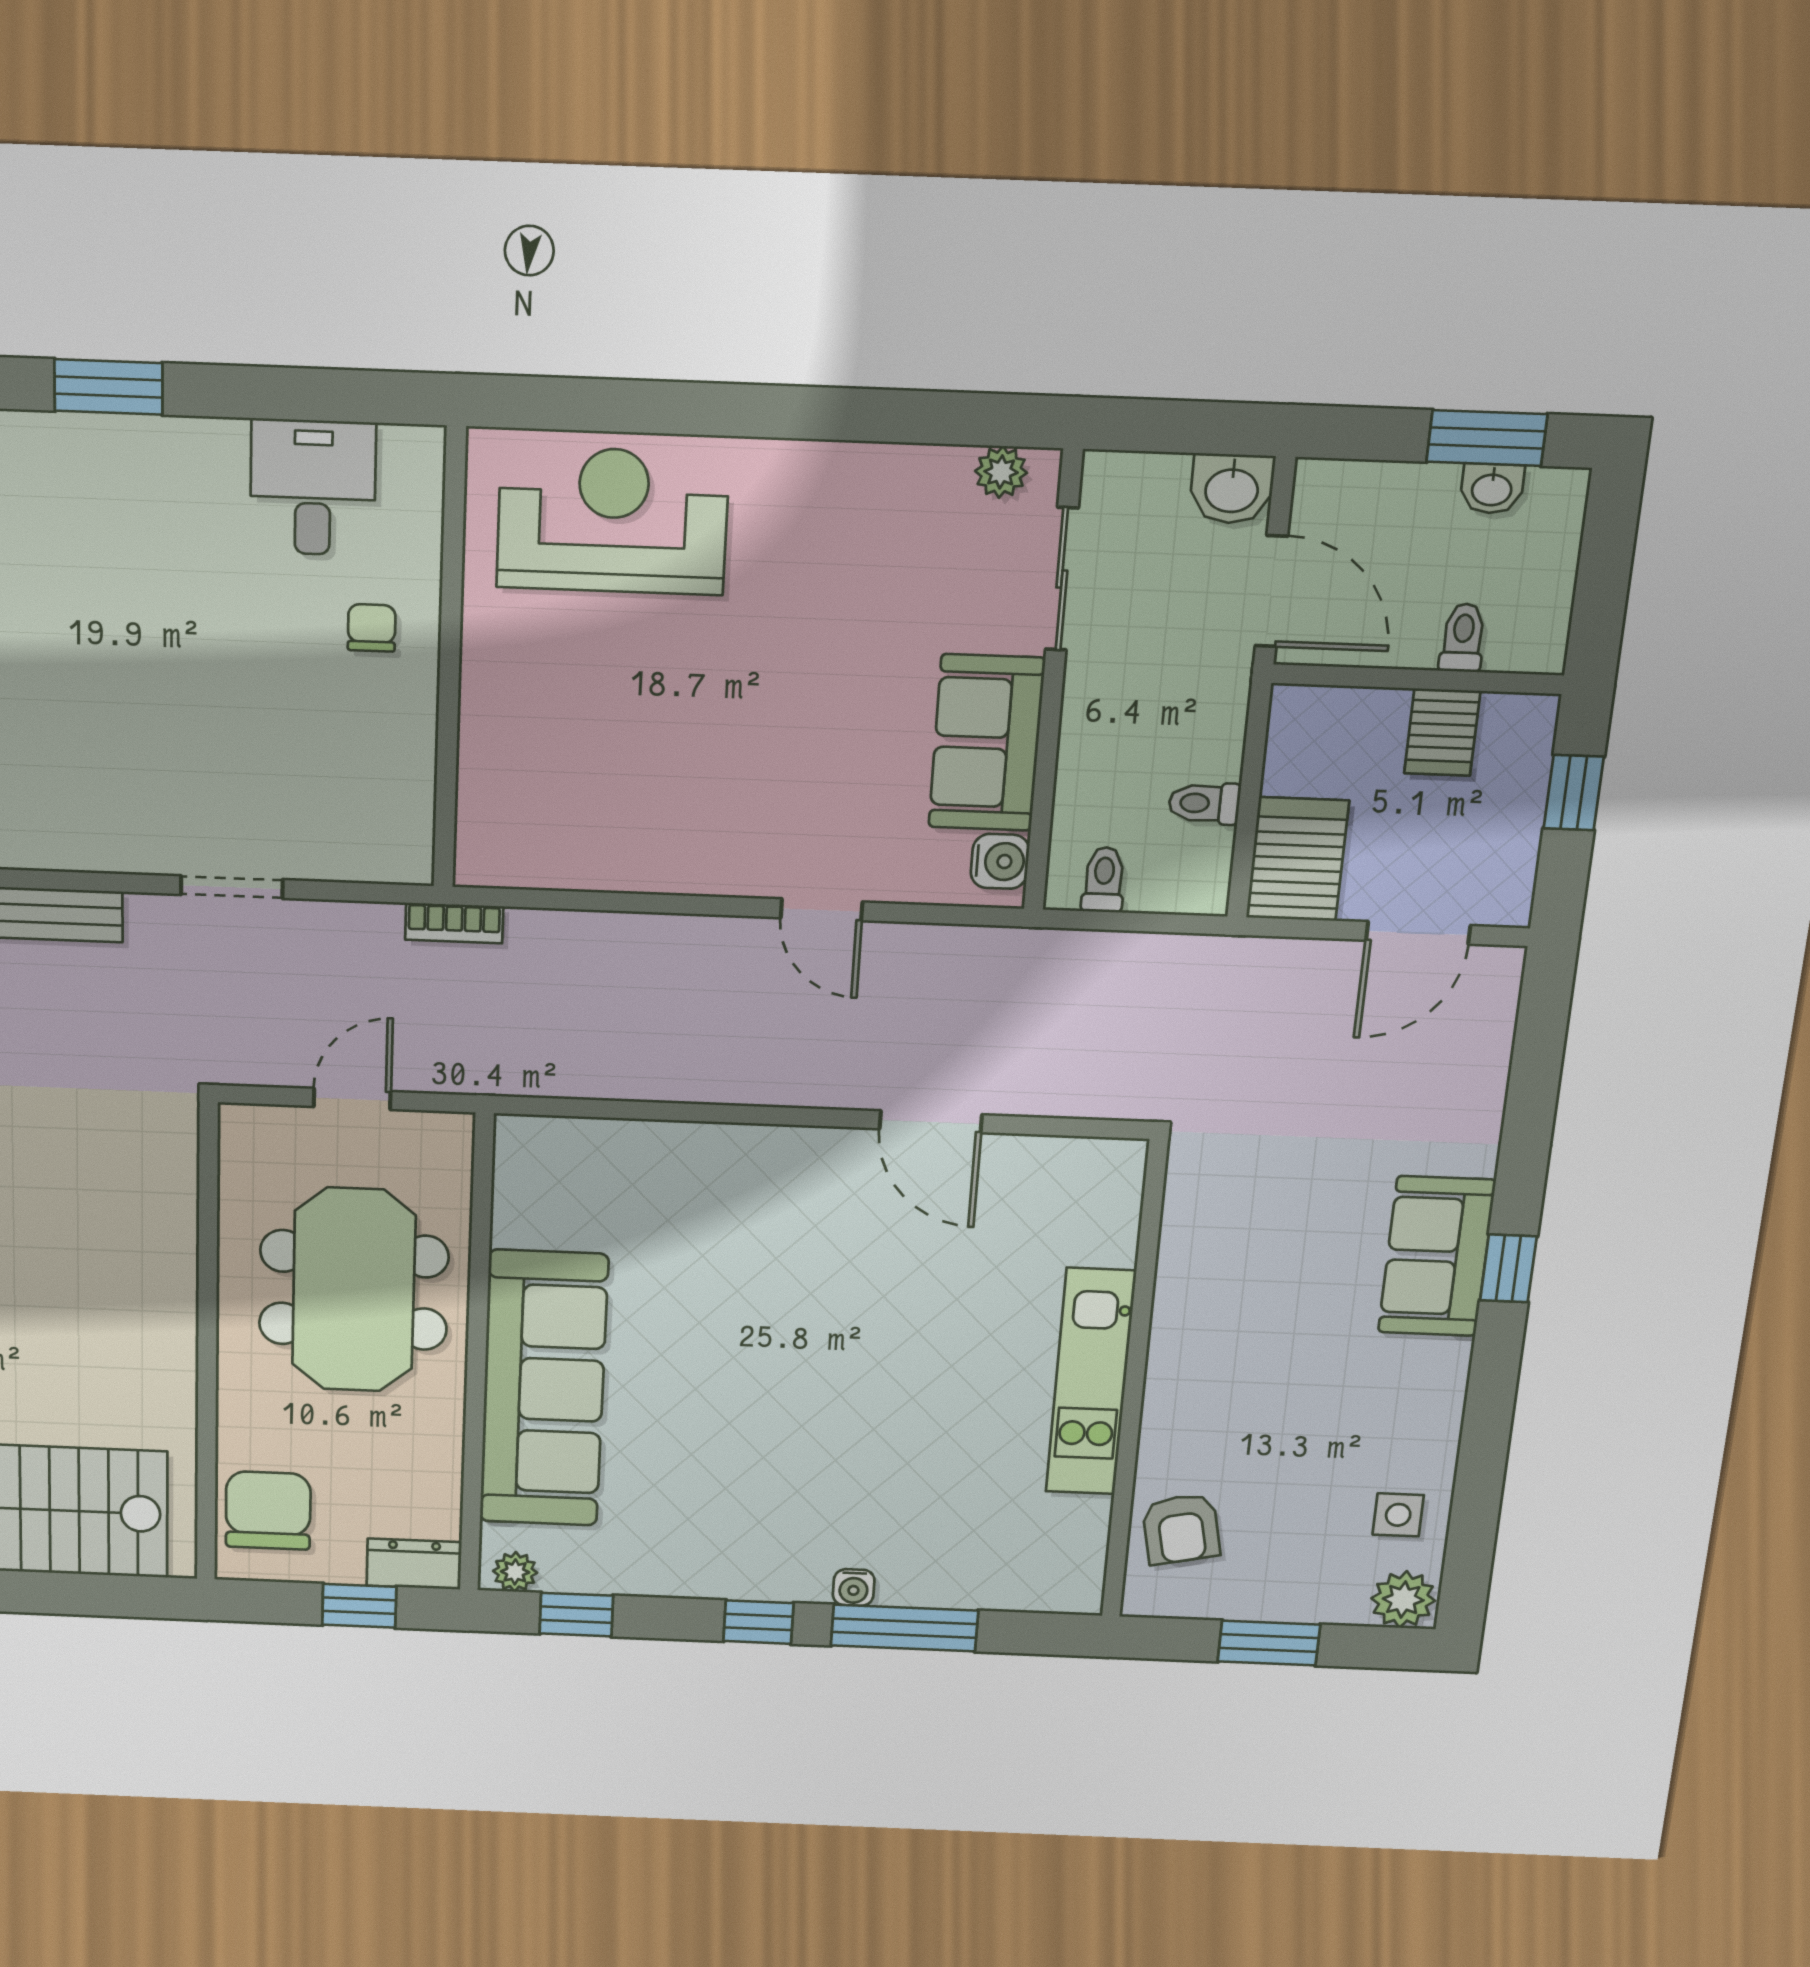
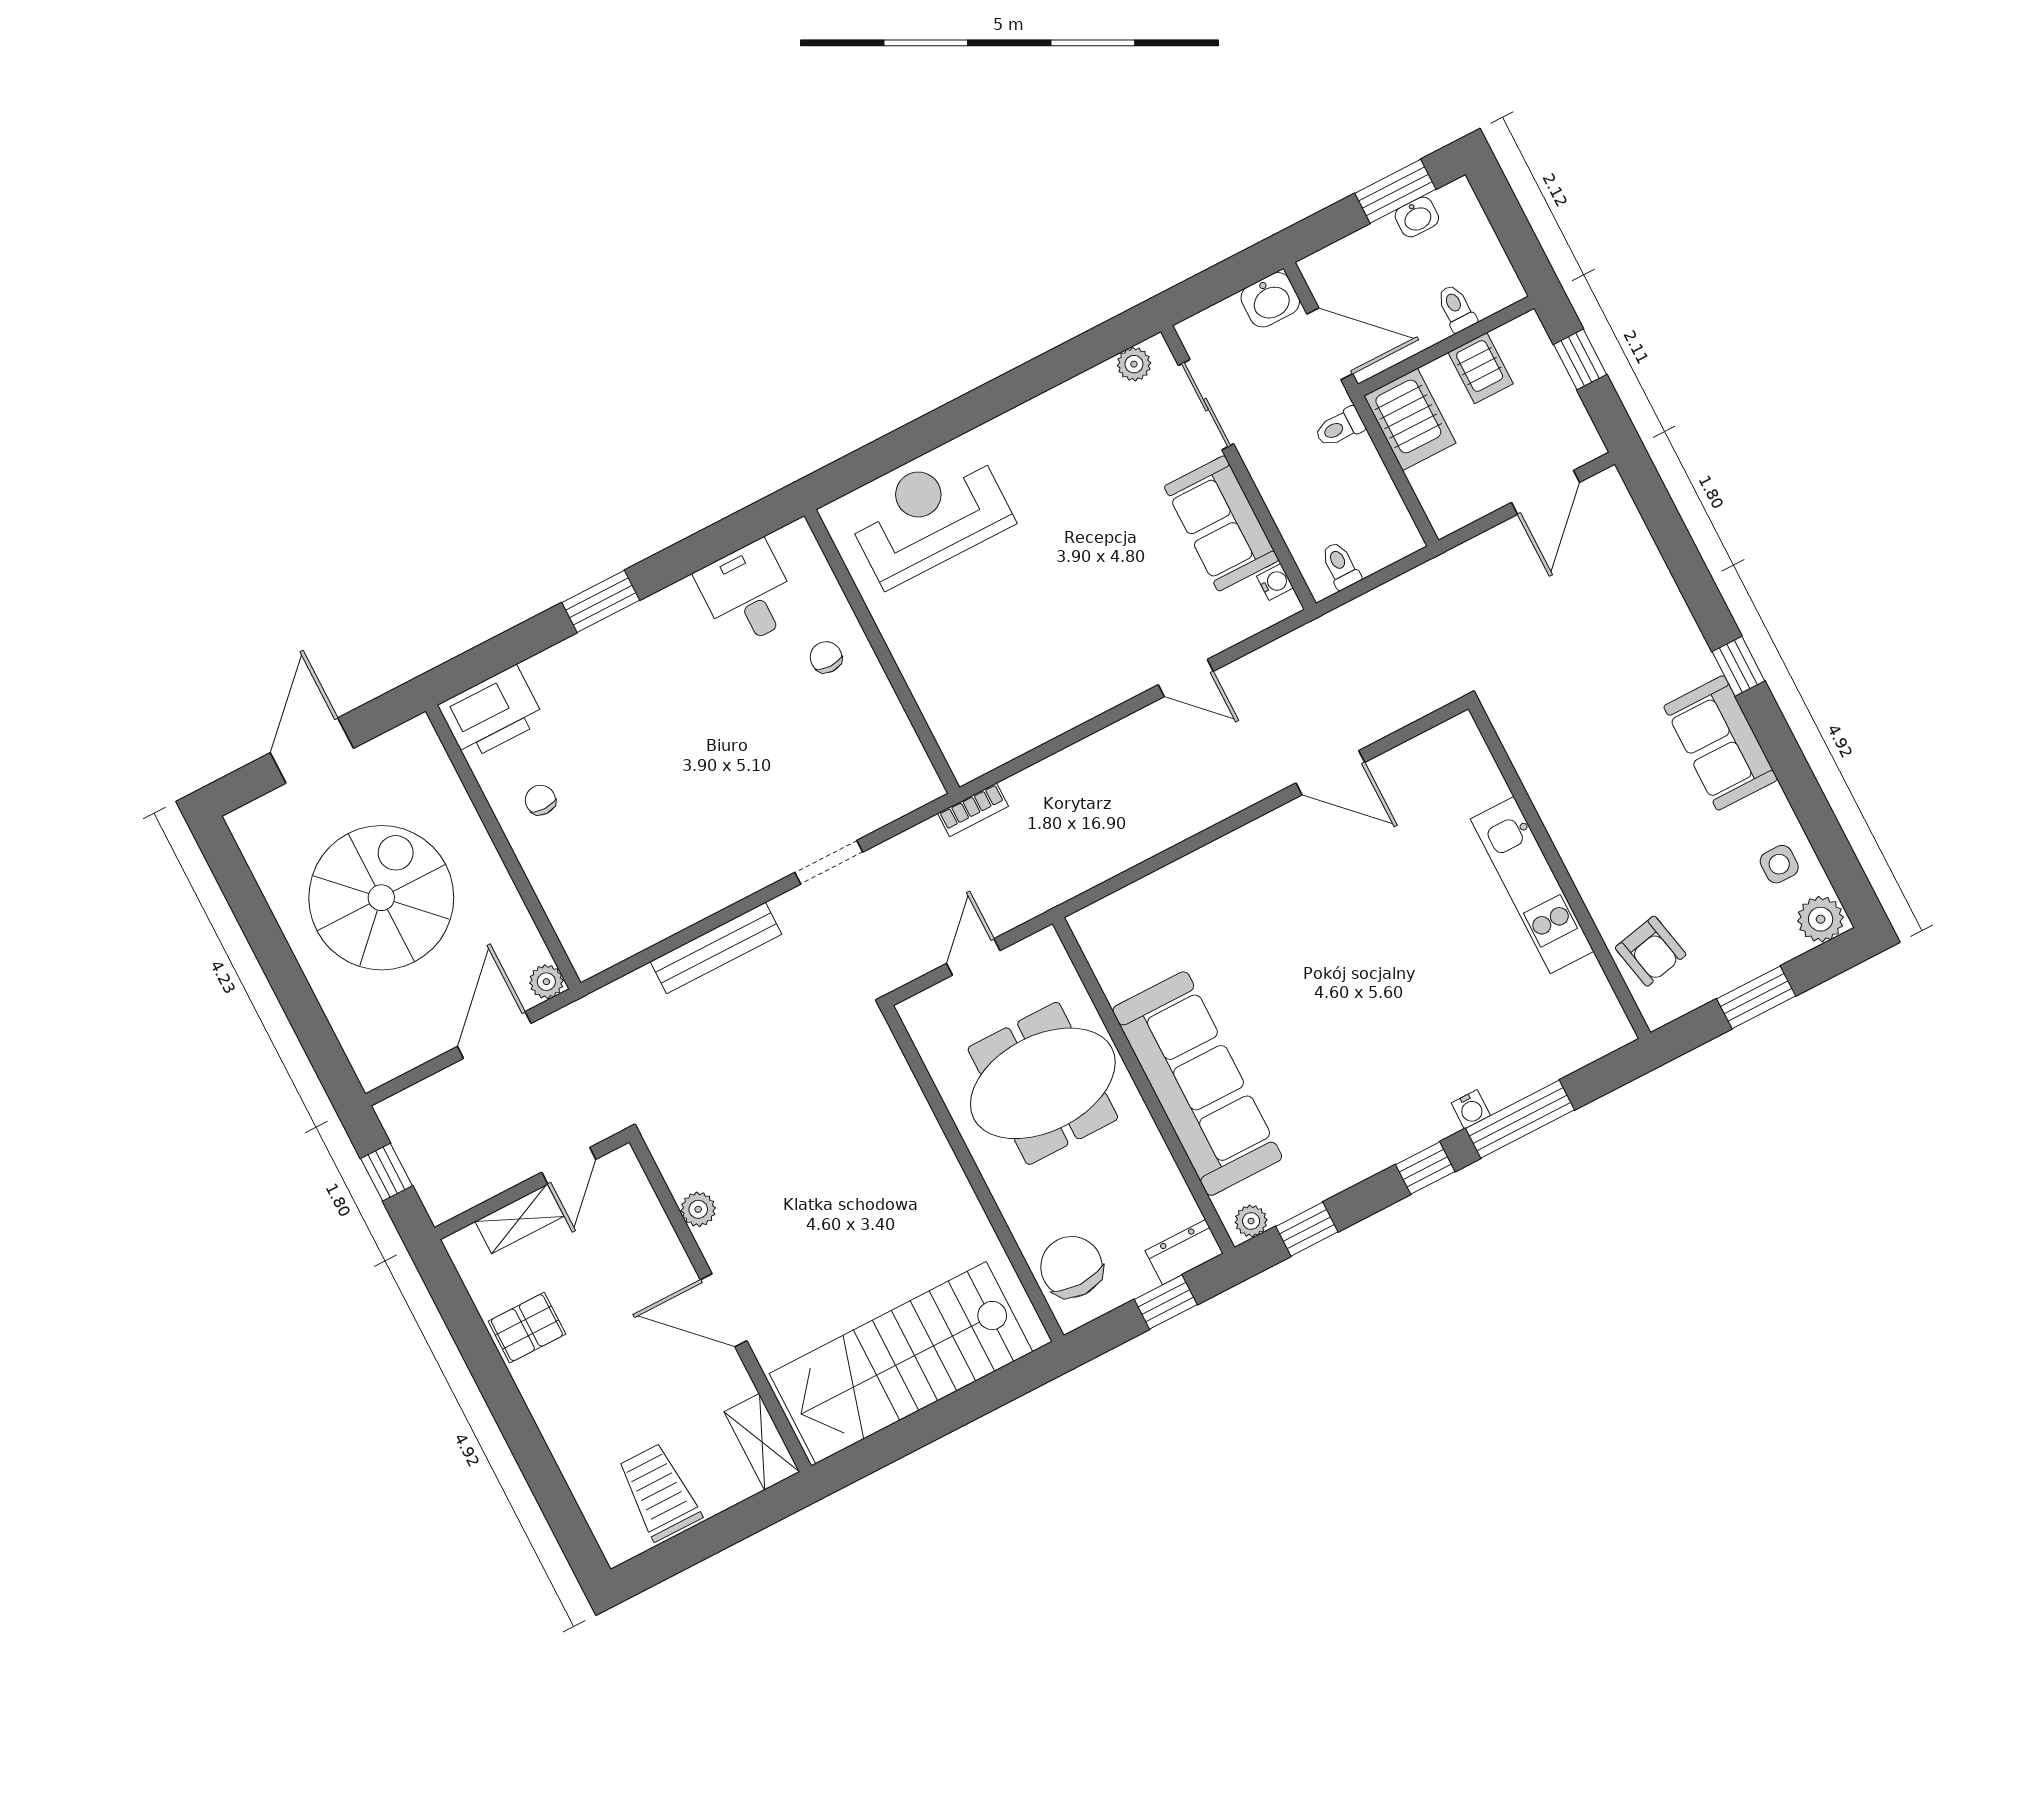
toilet: (1204, 803) -> (1340, 427), moved
server rack: (1297, 859) -> (1410, 419), moved, turned 180
water cooler: (1000, 861) -> (1275, 582), width x0.72, depth x0.72
sofa: (1437, 1256) -> (1721, 743), moved
meeting table: (354, 1290) -> (1043, 1083), turned 90

